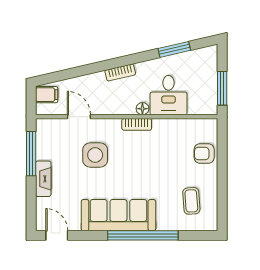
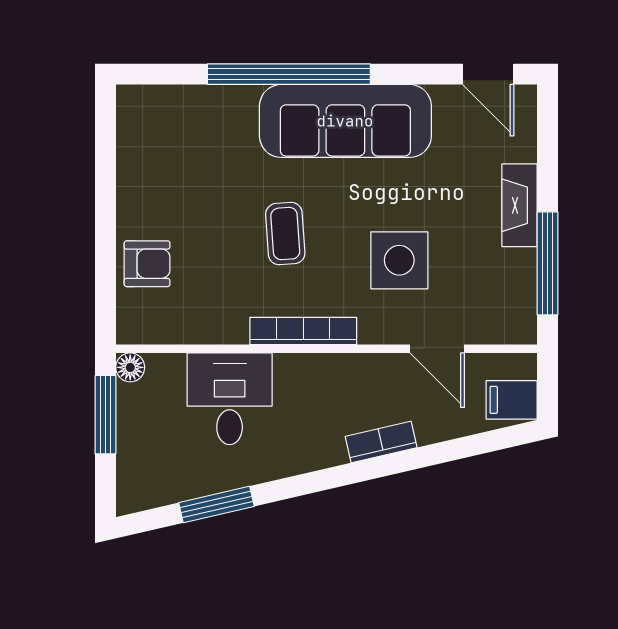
bookcase: (120, 72) -> (381, 442), moved
floor lamp: (142, 109) -> (130, 367), moved
bookcase: (137, 124) -> (303, 331), width x1.56
coffee table: (191, 201) -> (285, 234), moved

